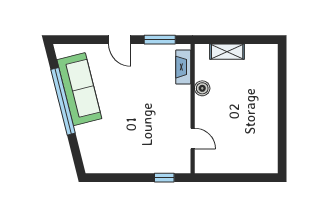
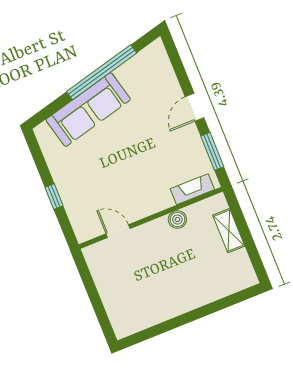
sofa: (79, 89) -> (88, 110), moved
door: (193, 138) -> (118, 231), swing flipped
window: (164, 178) -> (54, 197), moved

